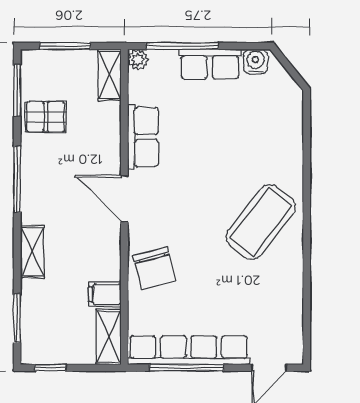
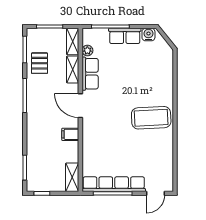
plant: (138, 60) -> (87, 50), moved
pallet: (46, 117) -> (39, 63), turned 90
coffee table: (261, 222) -> (151, 118), turned 49
shelving: (32, 252) -> (73, 69), moved
chair: (155, 268) -> (96, 142), removed
filing cabinet: (105, 294) -> (70, 134), moved

